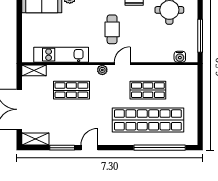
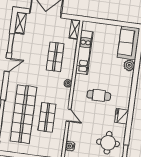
door: (122, 64) -> (69, 115), moved
door: (89, 148) -> (8, 65), hinge flipped

